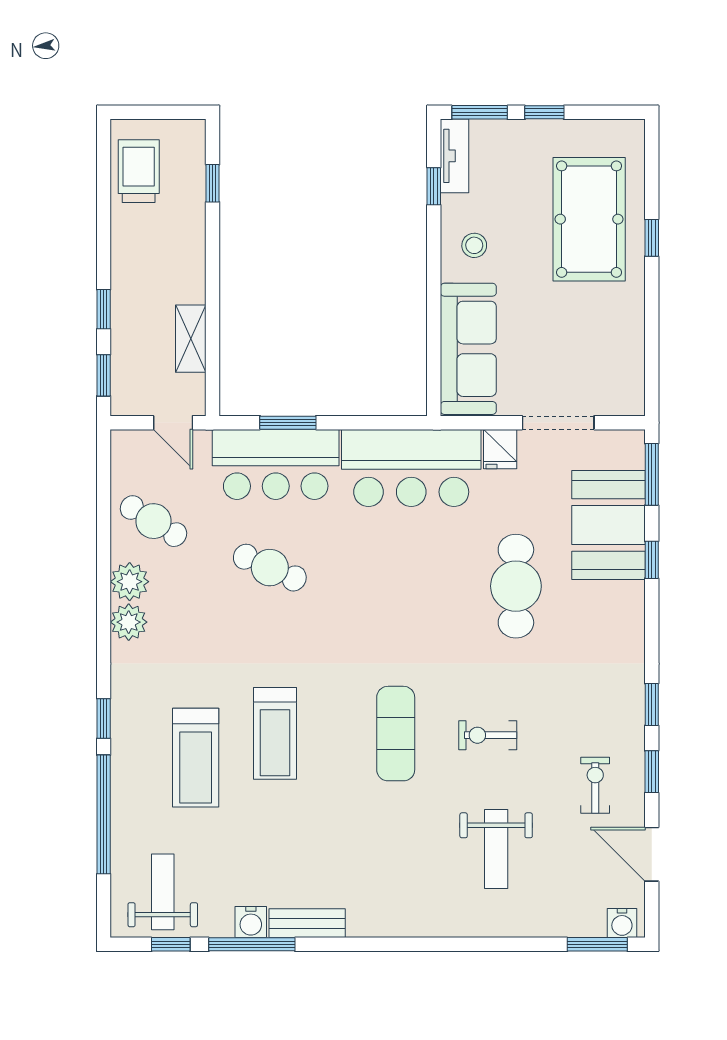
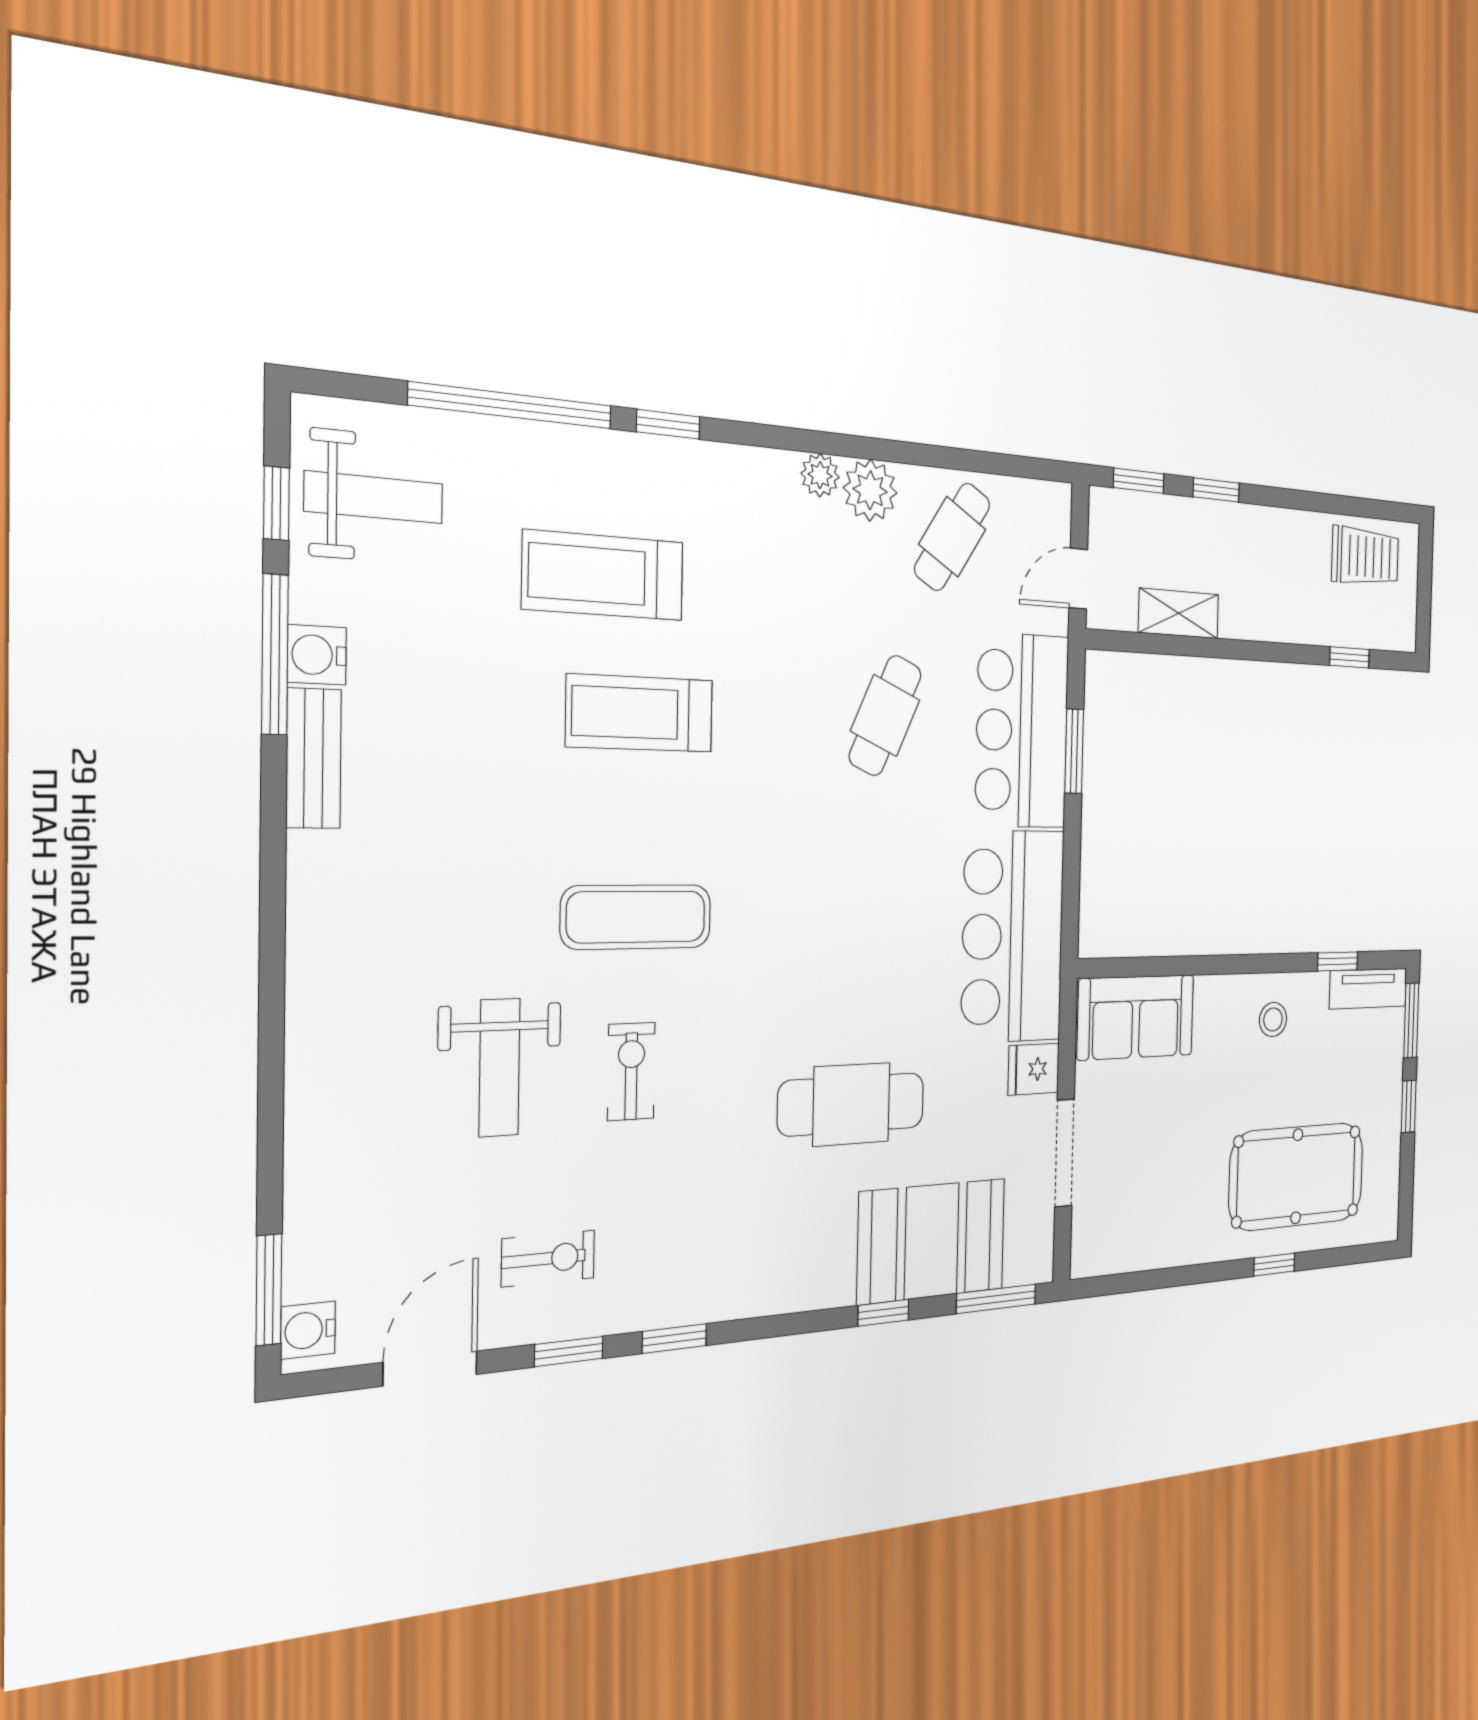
sofa: (468, 349) -> (1136, 1017), width x0.73
plant: (129, 622) -> (820, 475), width x0.73, depth x0.73
weight bench: (496, 849) -> (499, 1068), moved, turned -90

